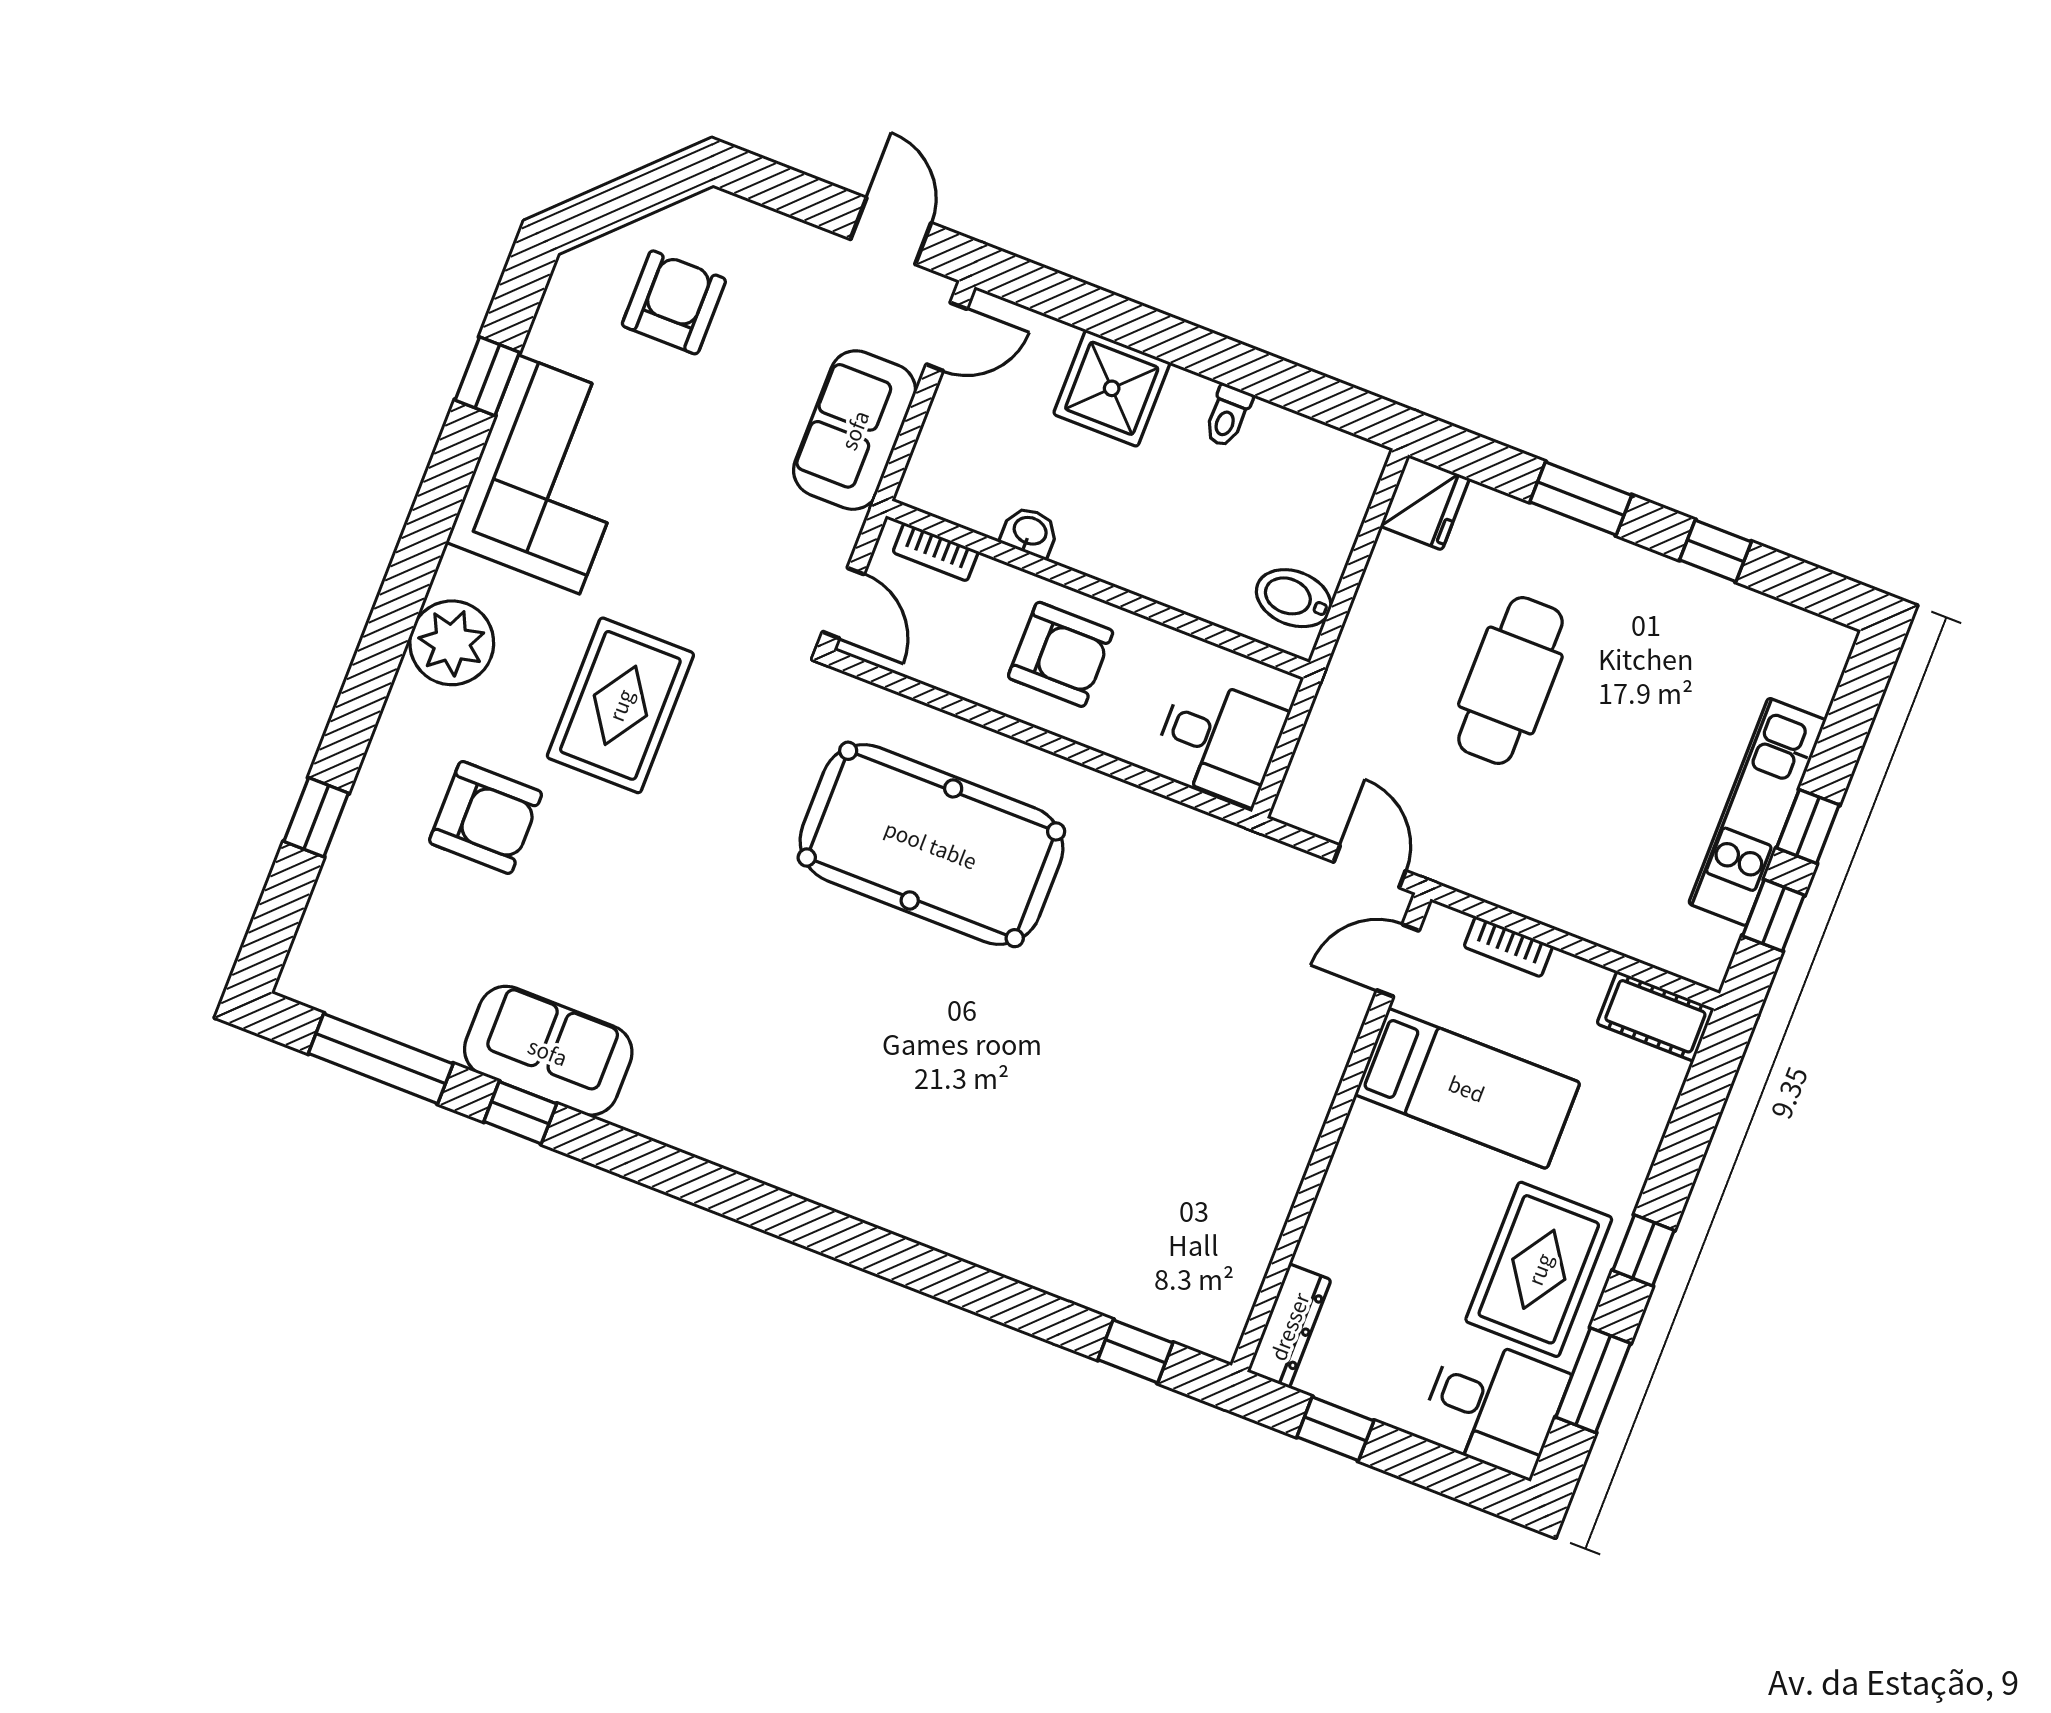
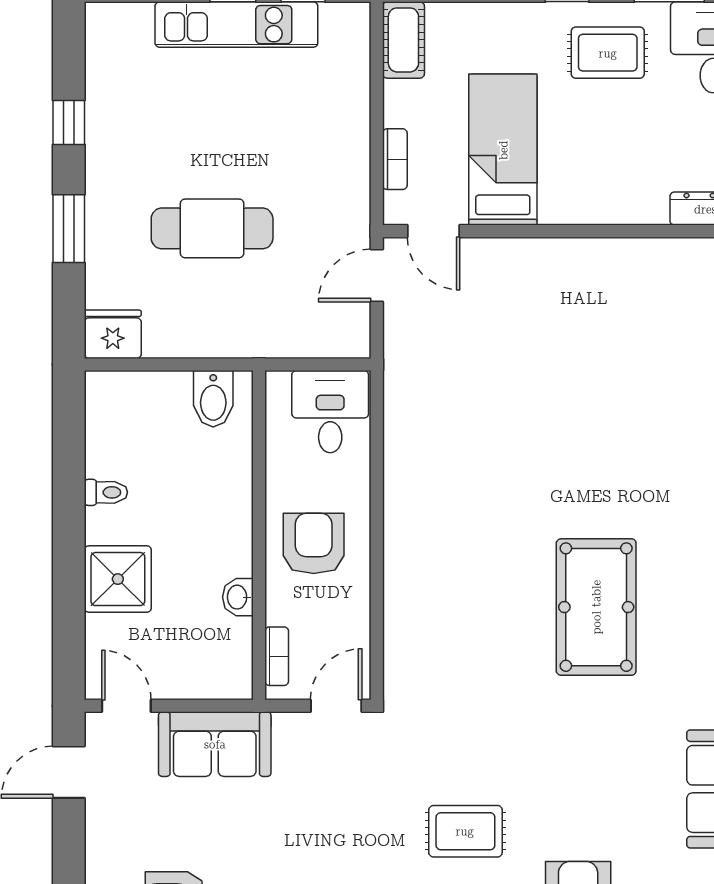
rug: (620, 705) -> (465, 831), width x0.73, depth x0.70
pool table: (931, 844) -> (596, 607), moved, width x0.73, depth x0.76
rug: (1539, 1269) -> (608, 53), width x0.73, depth x0.70

